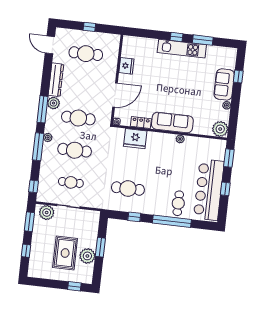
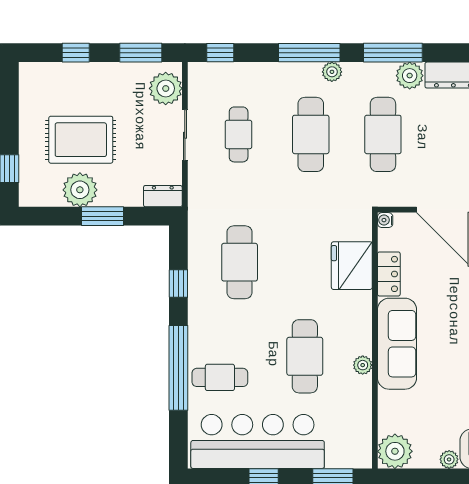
cafe table: (173, 164) -> (305, 356), added
dresser: (94, 219) -> (163, 196), added

